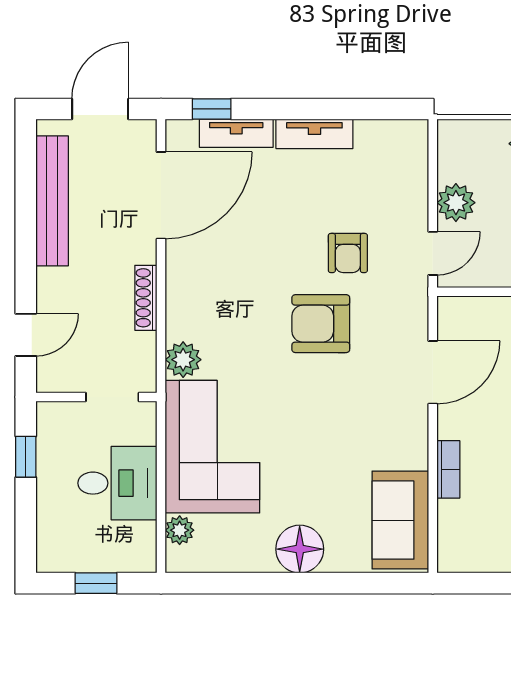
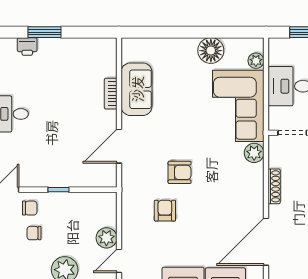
door: (433, 253) -> (119, 261), moved
armchair: (321, 324) -> (180, 172), width x0.72, depth x0.72
sofa: (400, 520) -> (137, 89), moved
floor lamp: (300, 549) -> (211, 51), moved

